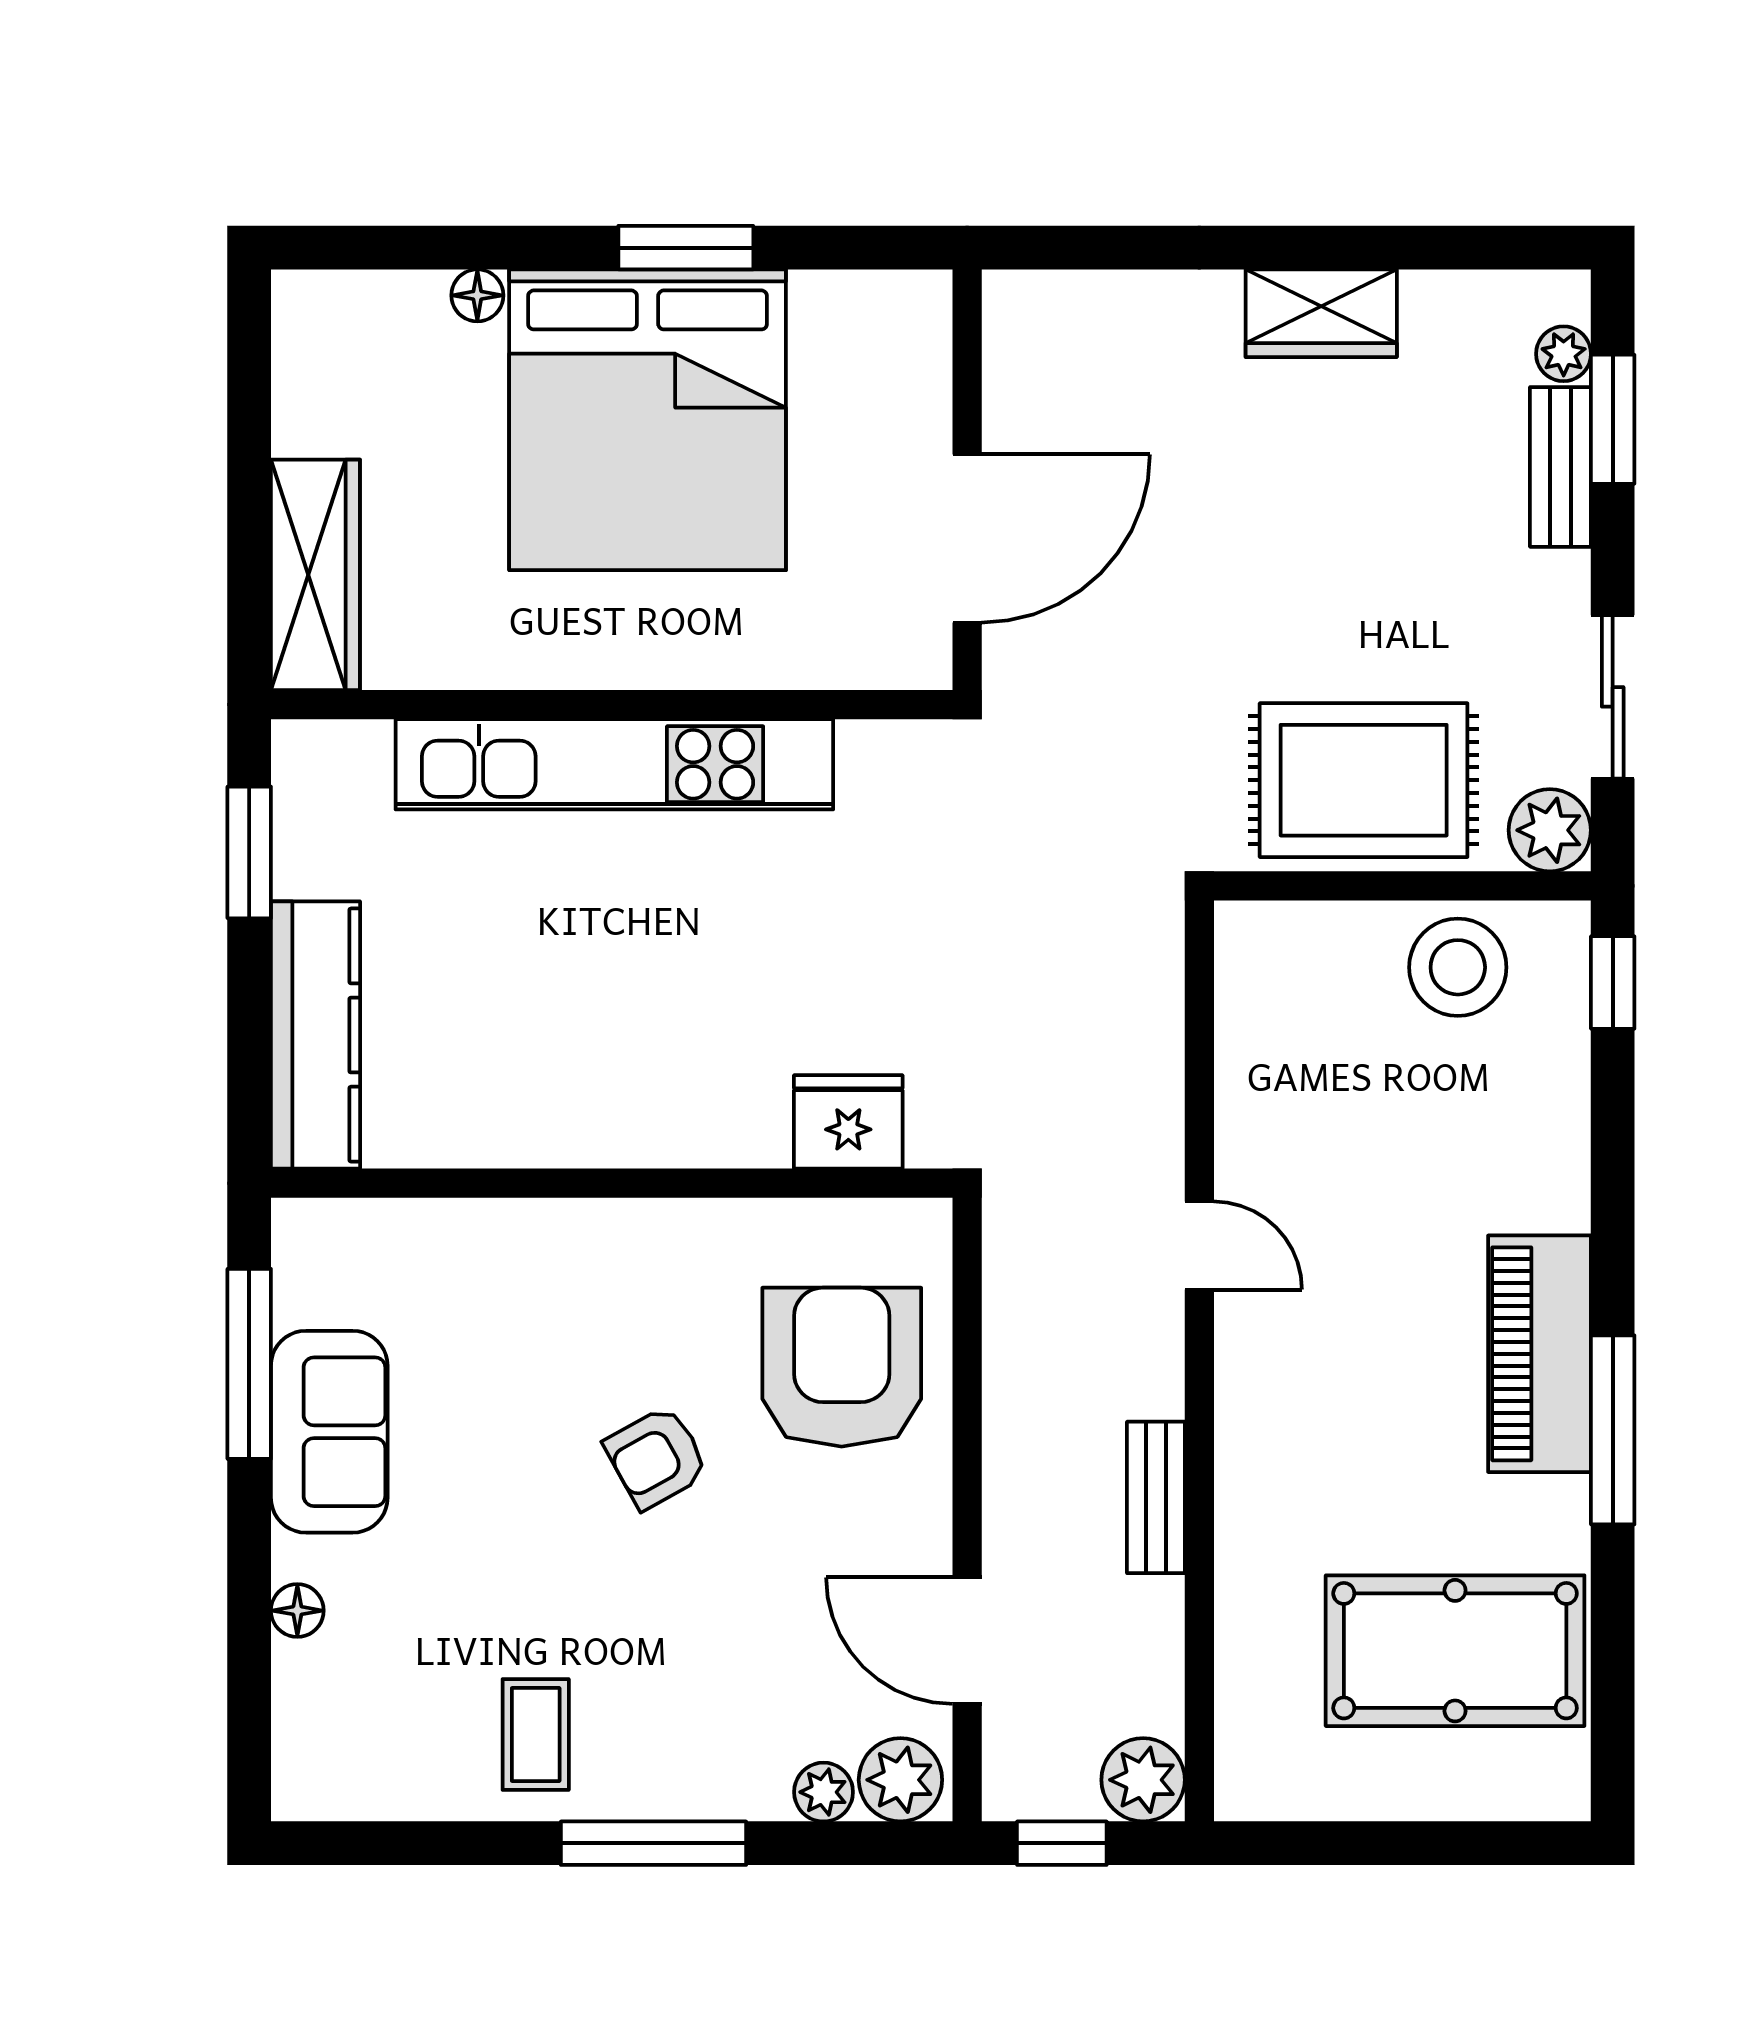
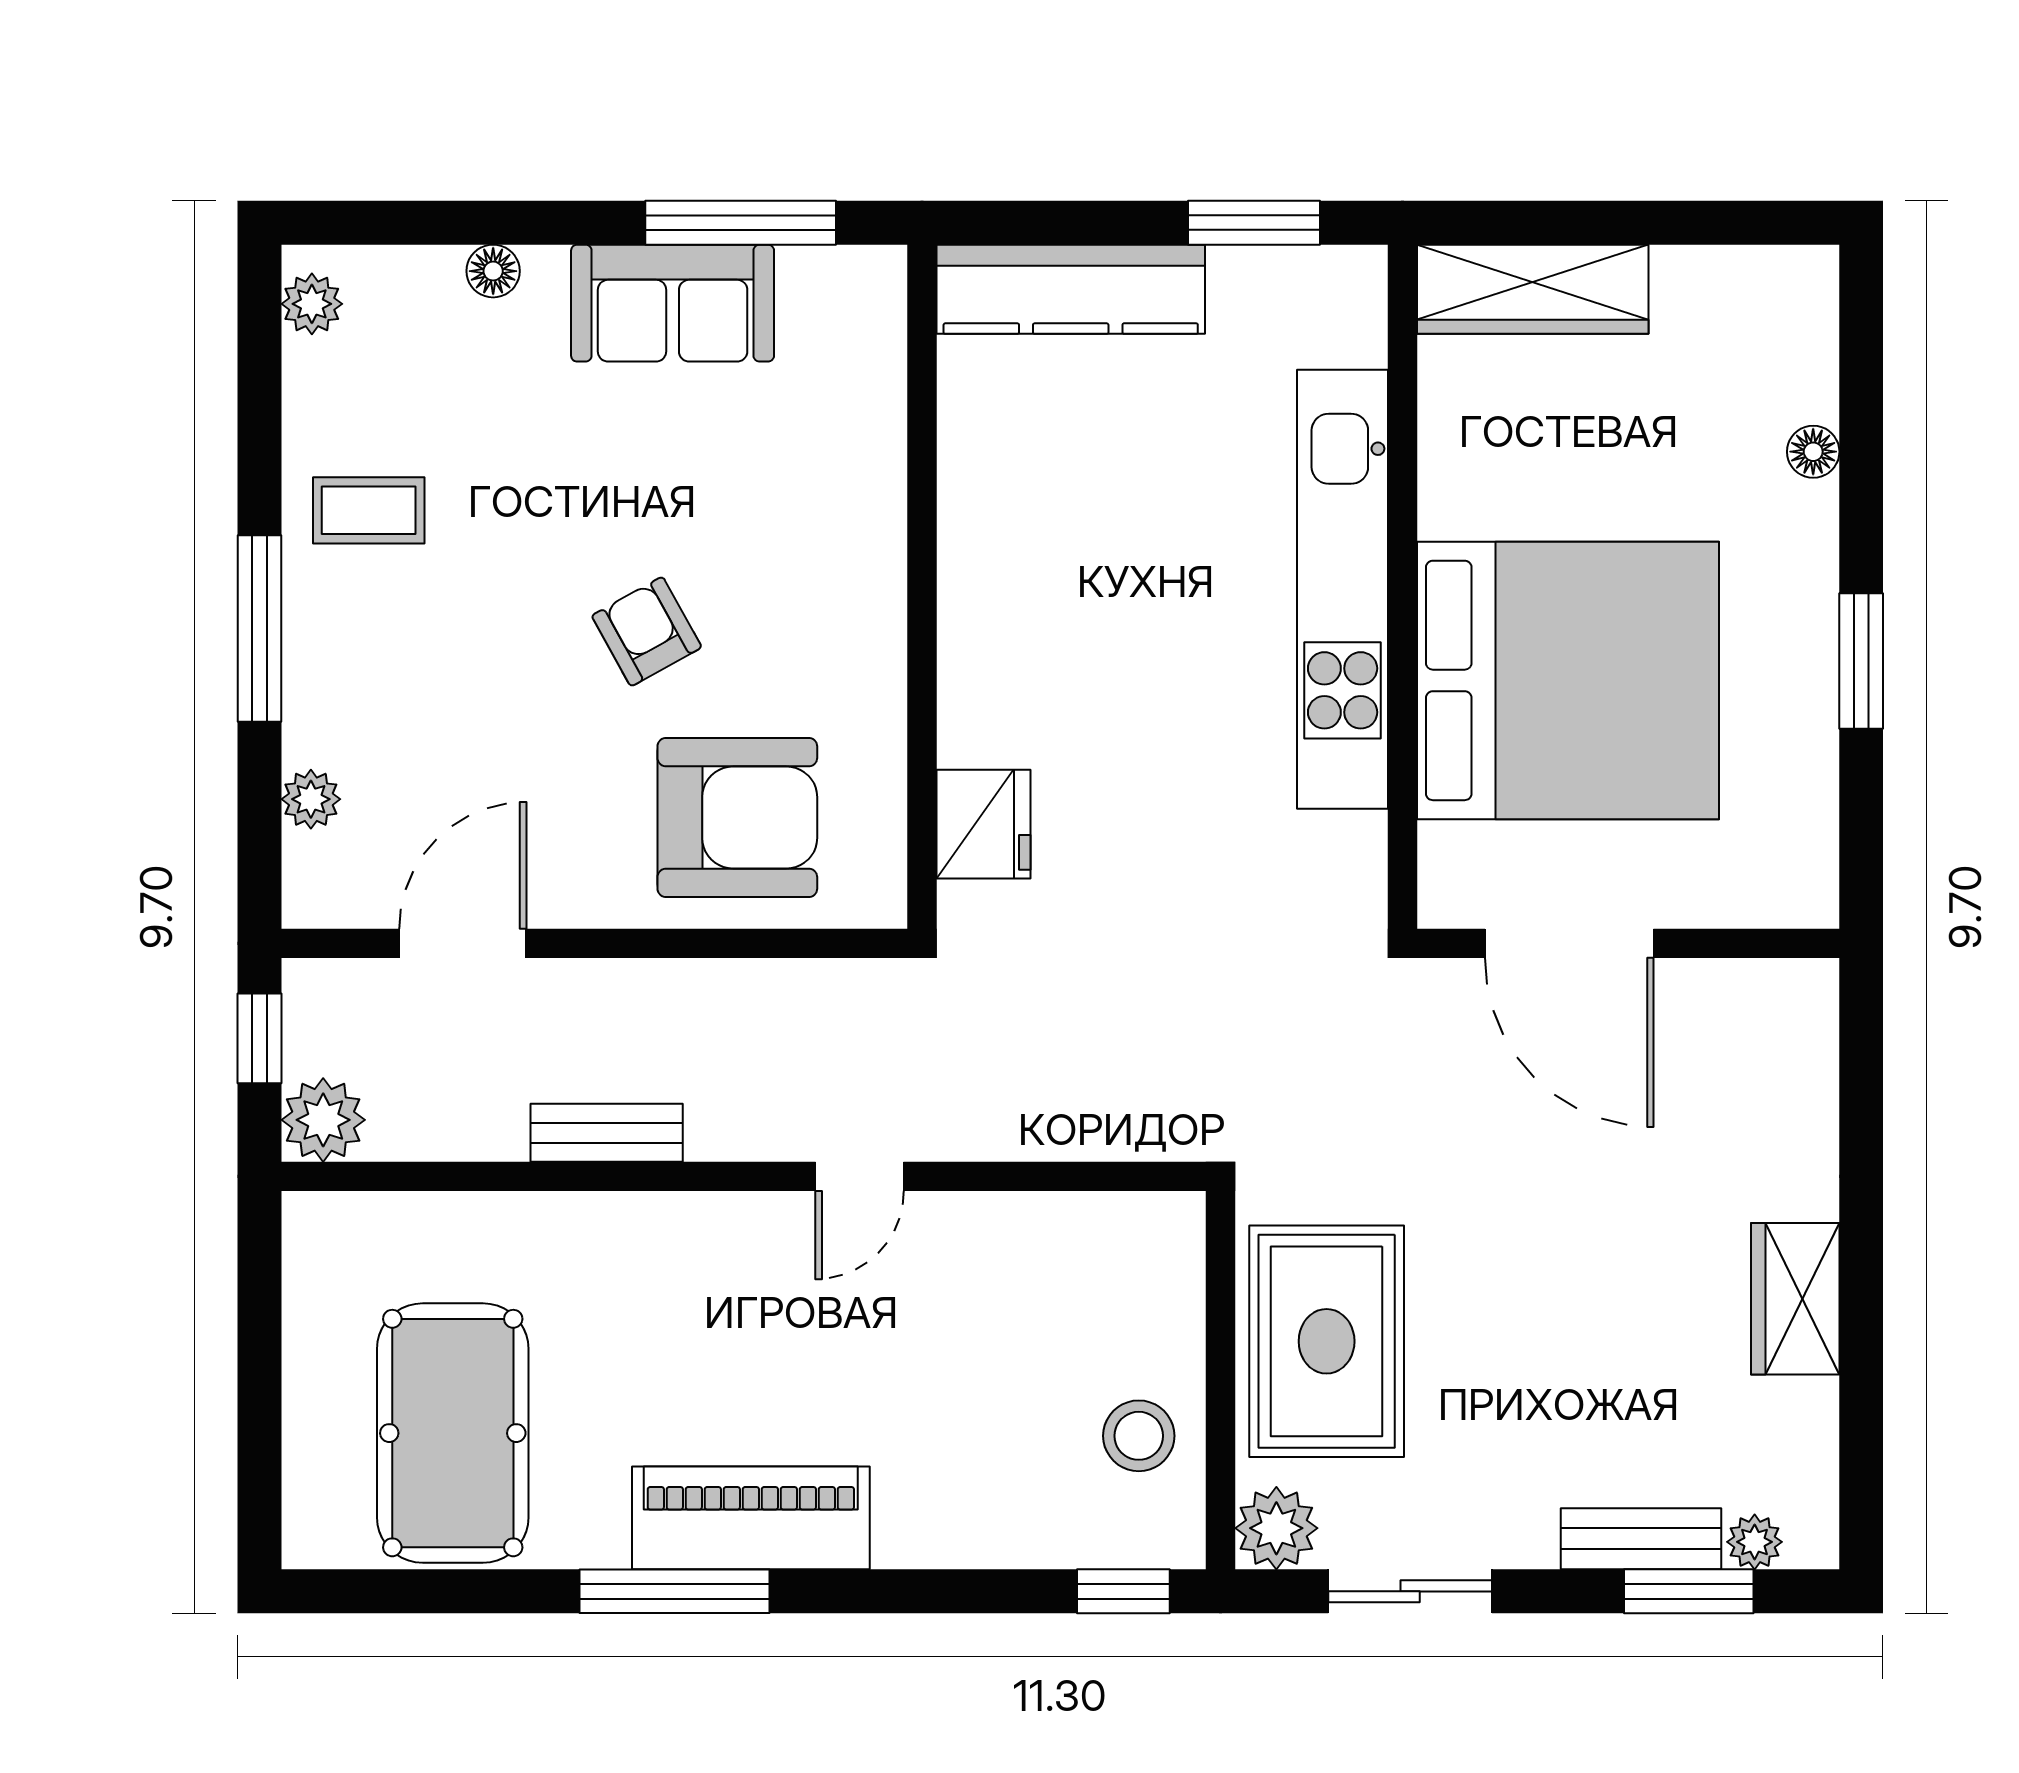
bed: (648, 420) -> (1568, 680), moved, turned 180
stool: (1458, 967) -> (1139, 1436), width x0.73, depth x0.73
plant: (900, 1780) -> (312, 304), moved, width x0.73, depth x0.73

